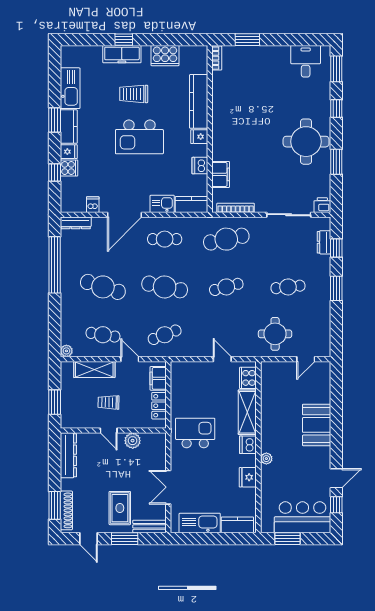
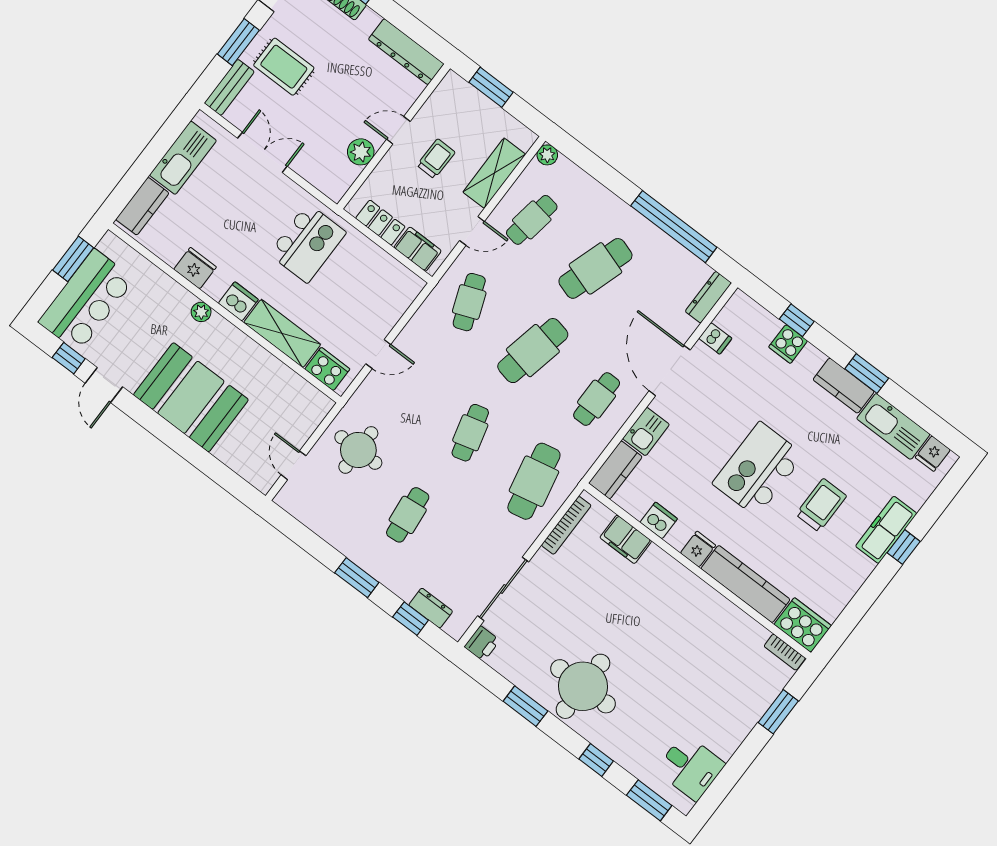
cooker: (165, 56) -> (803, 625), moved, turned 90
fridge: (69, 152) -> (933, 454), moved
booth: (317, 425) -> (191, 397), width x1.36, depth x1.42

